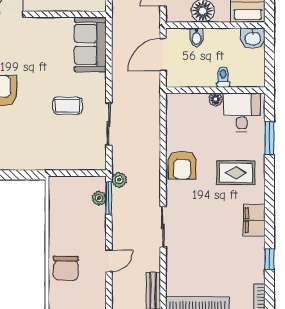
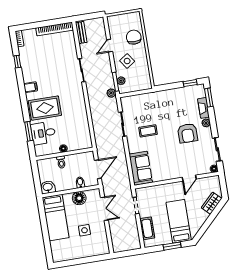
desk: (242, 112) -> (43, 133), moved, turned 90
armchair: (182, 165) -> (76, 107), removed
rug: (236, 173) -> (45, 108), width x1.36, depth x1.43
filing cabinet: (254, 220) -> (31, 87), width x0.50
side table: (84, 230) -> (127, 61), added

